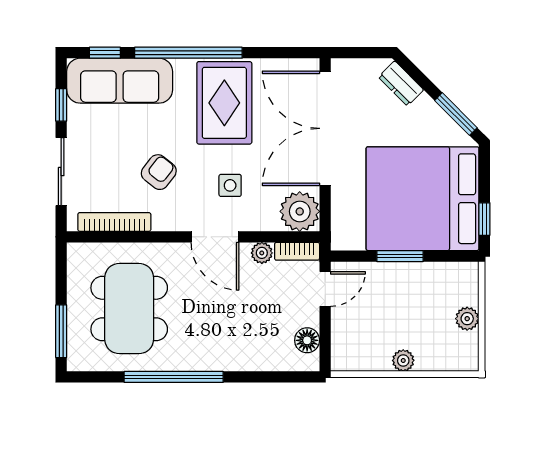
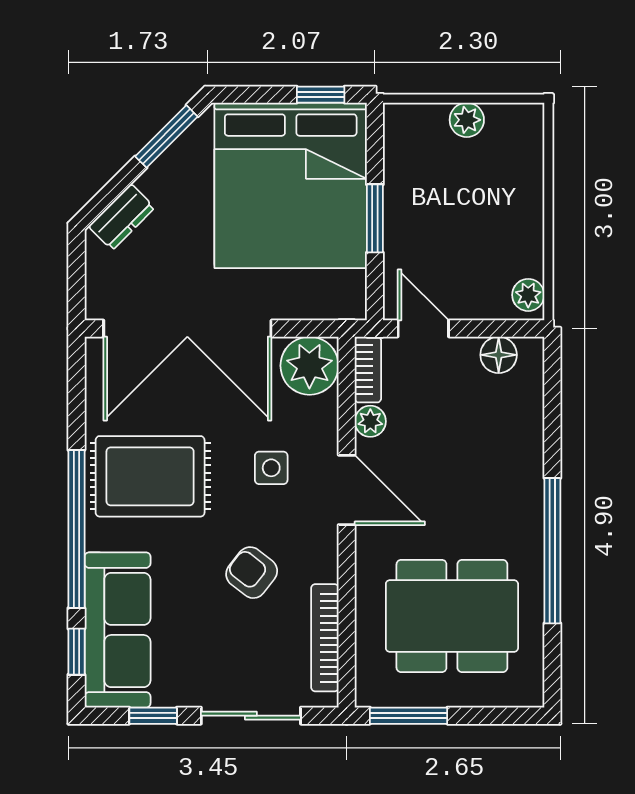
door: (215, 237) -> (347, 490), hinge flipped
window: (61, 331) -> (409, 716), moved
plant: (403, 360) -> (528, 295), moved

